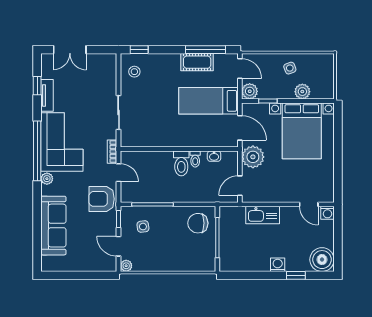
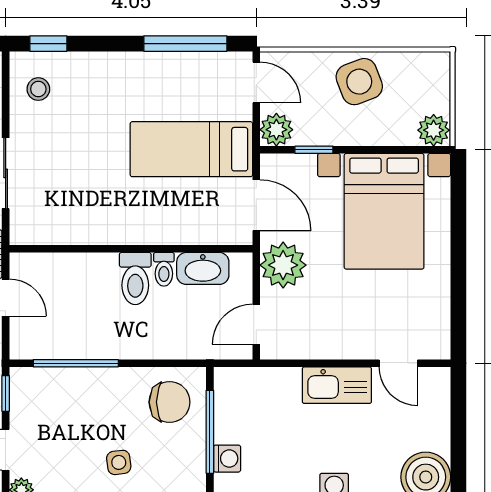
cot: (197, 62) -> (168, 69), removed
side table: (290, 68) -> (359, 82), width x1.87, depth x1.87
plant: (302, 92) -> (434, 130), moved
washbasin: (214, 156) -> (203, 268), width x1.91, depth x1.45
washing machine: (327, 213) -> (227, 459), moved, turned -90
kitchen sink: (263, 215) -> (337, 385), moved
chair: (198, 223) -> (170, 402), turned 180
side table: (143, 227) -> (119, 462), moved

